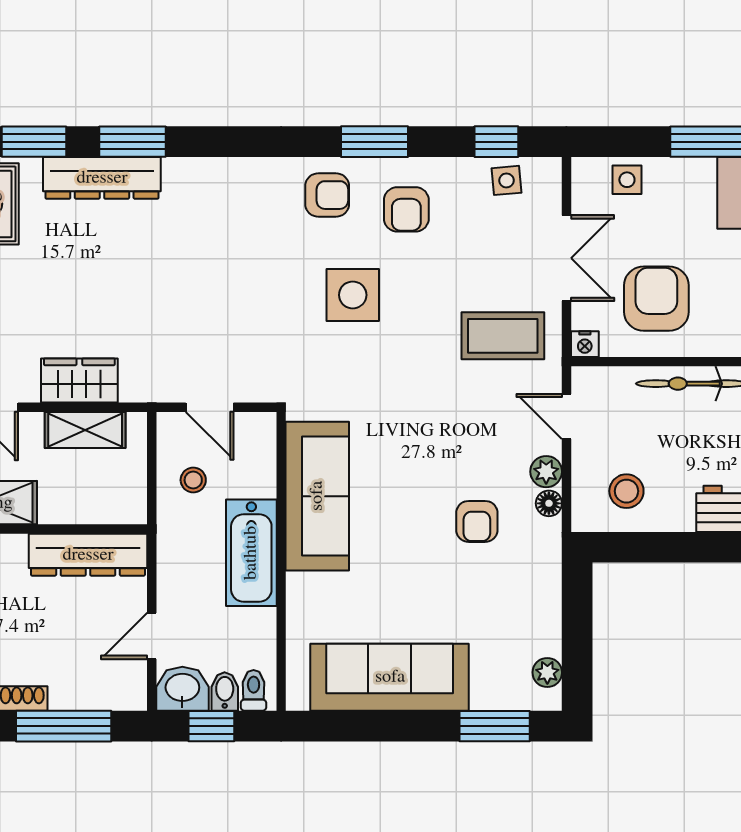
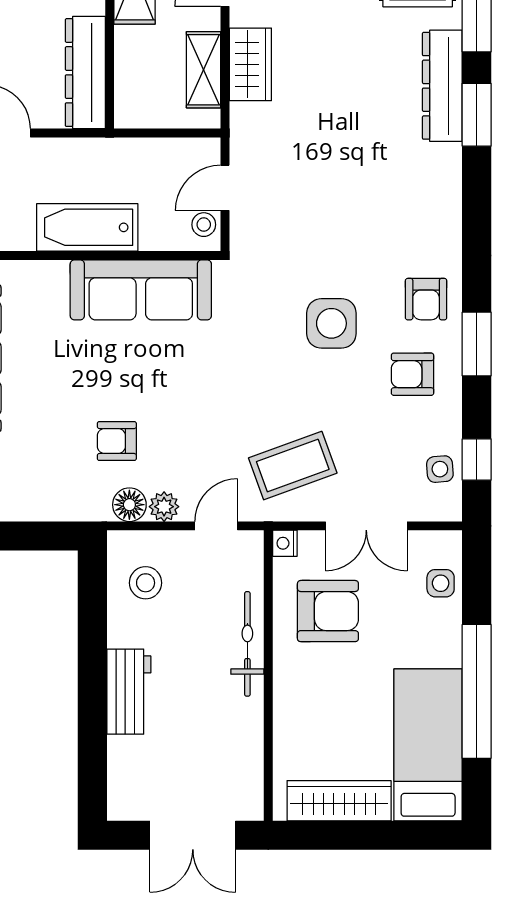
coffee table: (503, 336) -> (293, 466), turned 70
stool: (193, 480) -> (204, 225), moved
floor lamp: (549, 503) -> (129, 505), width x1.37, depth x1.37

